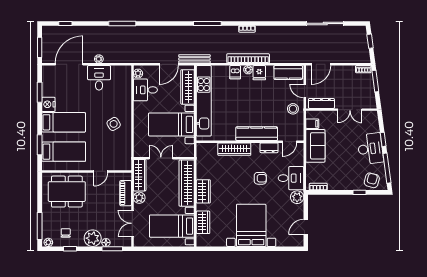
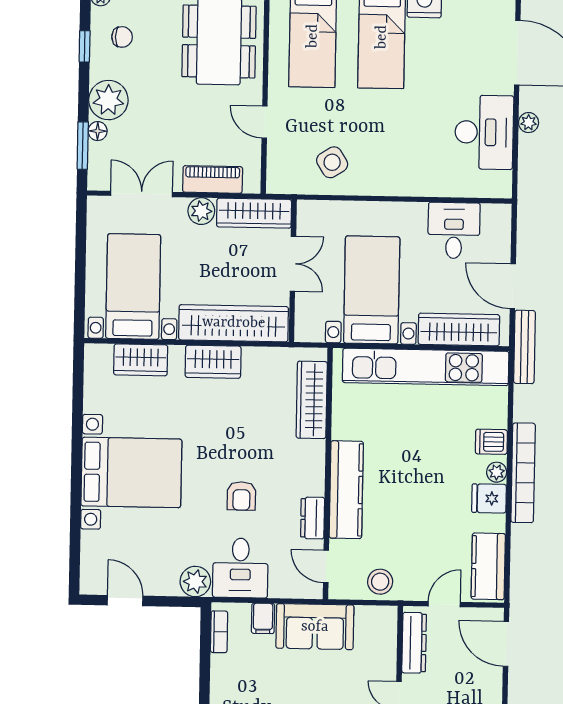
plant: (138, 74) -> (493, 214), removed
desk: (99, 78) -> (484, 132), width x1.37
stool: (293, 109) -> (380, 582), moved
side table: (114, 124) -> (332, 162), moved
filing cabinet: (312, 124) -> (263, 618), moved
wardrobe: (234, 149) -> (312, 400), moved

